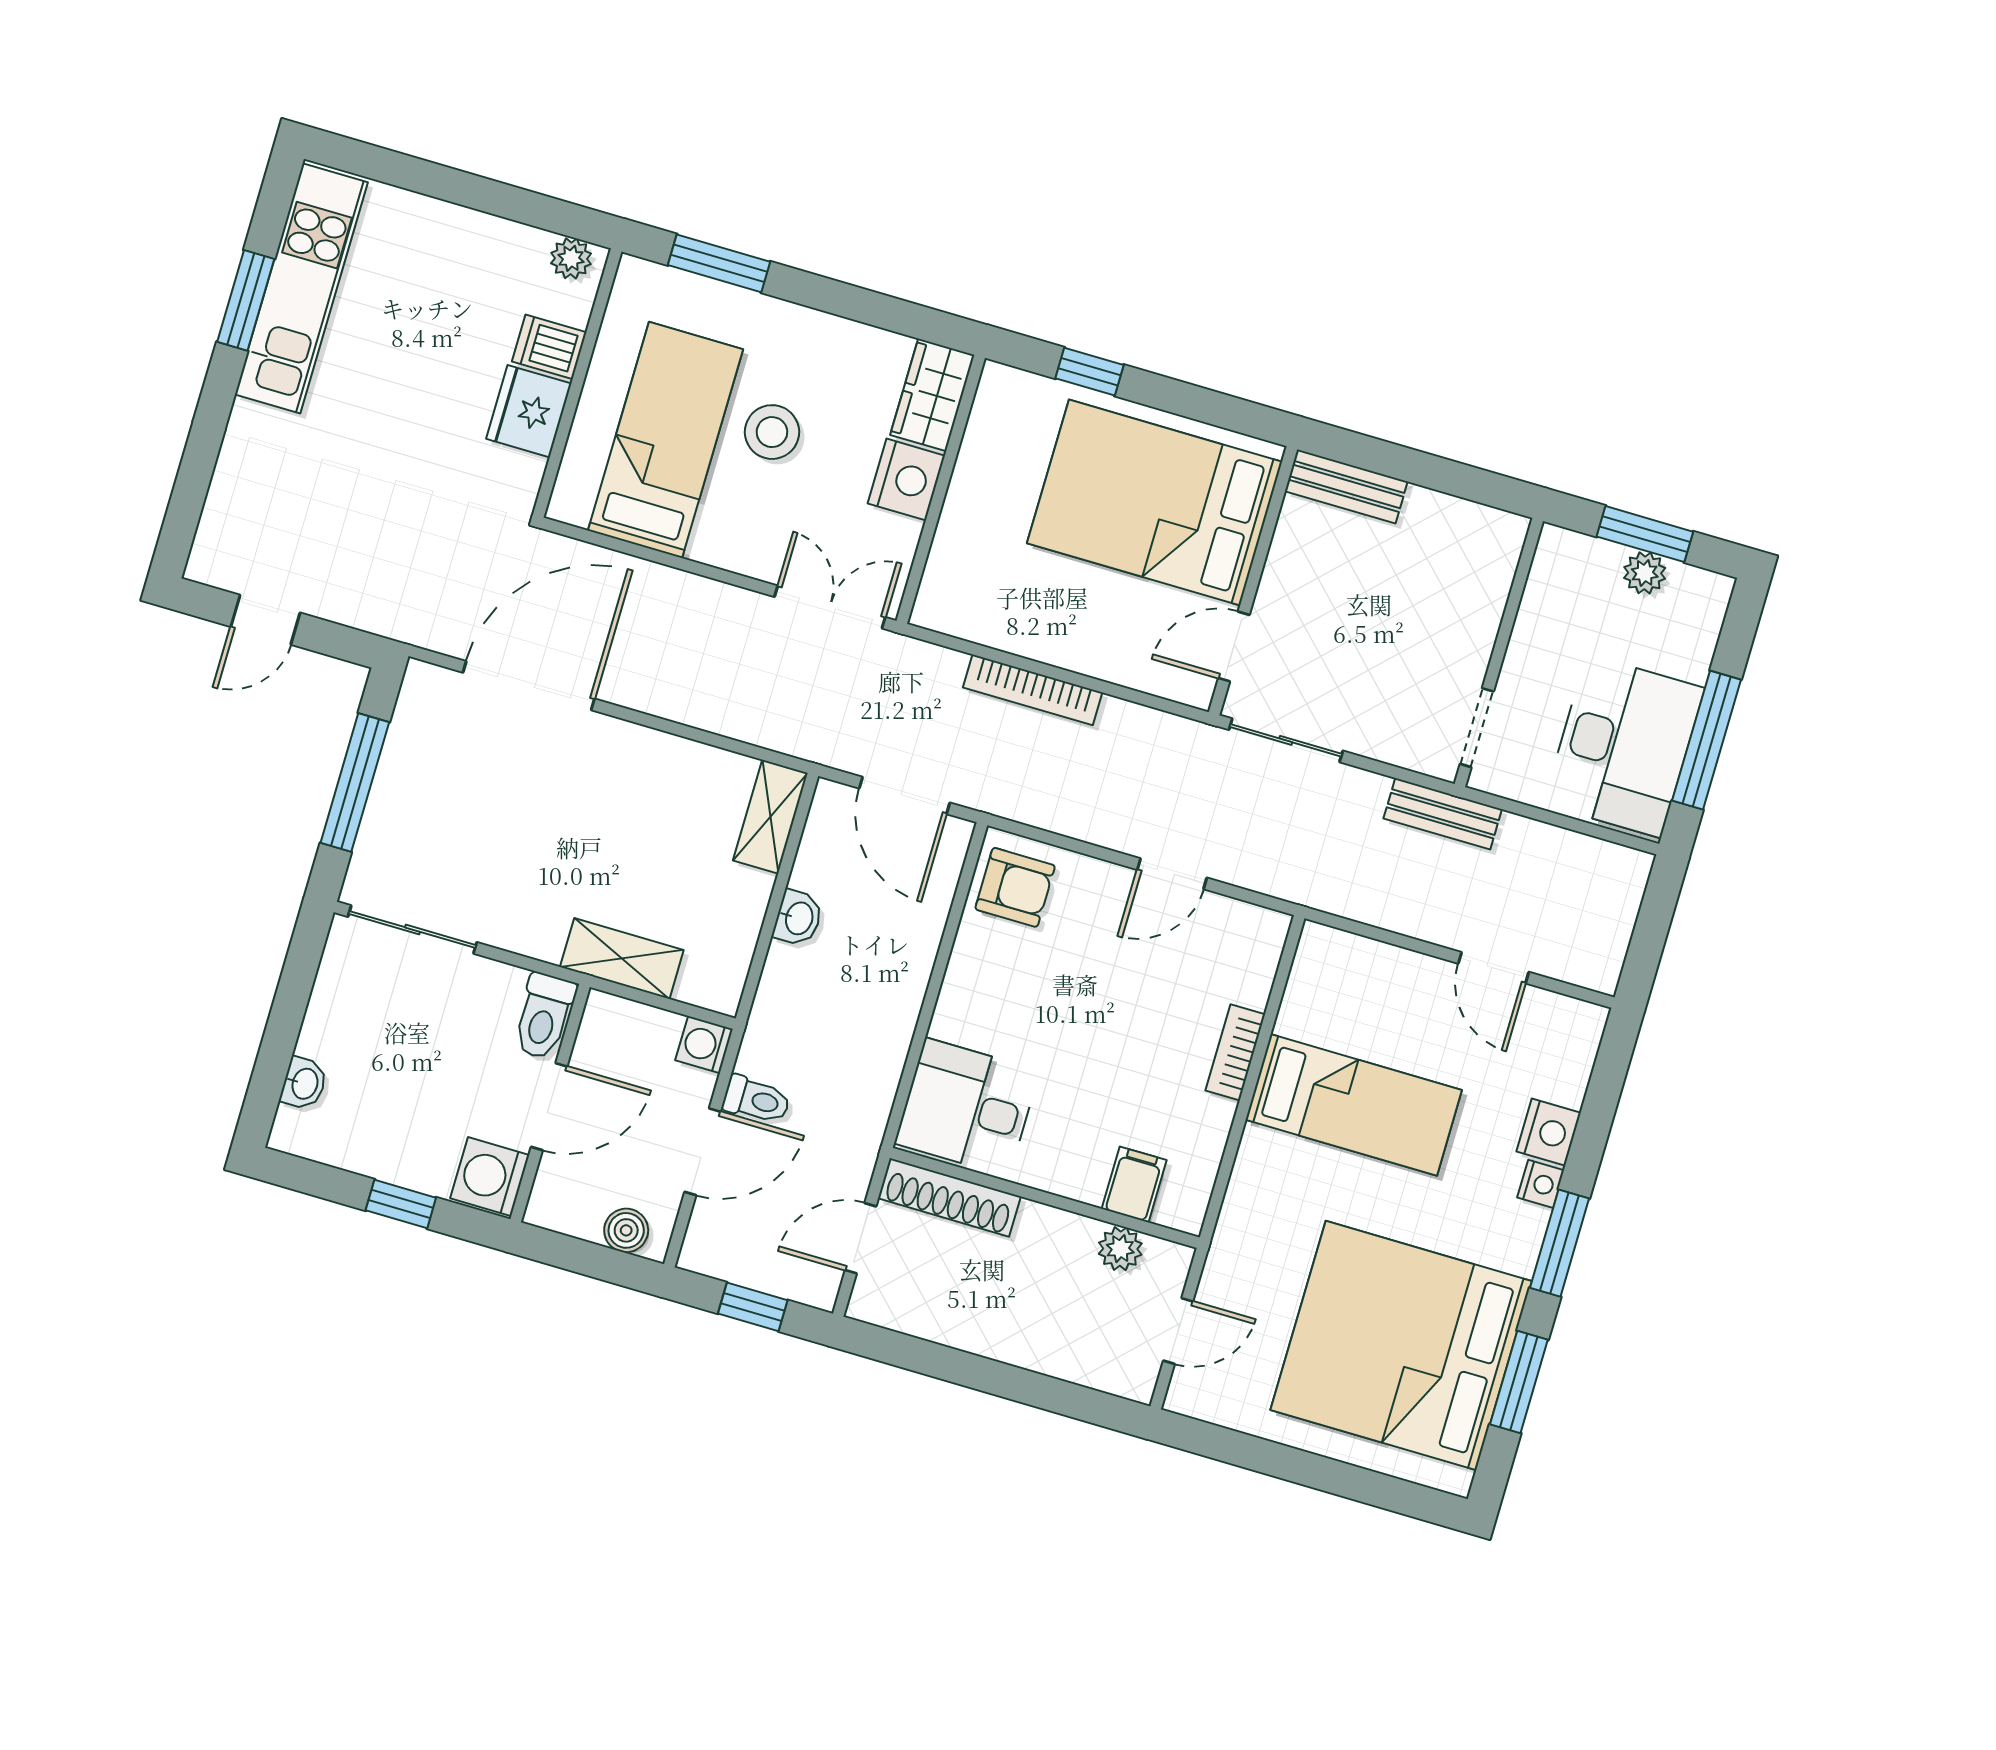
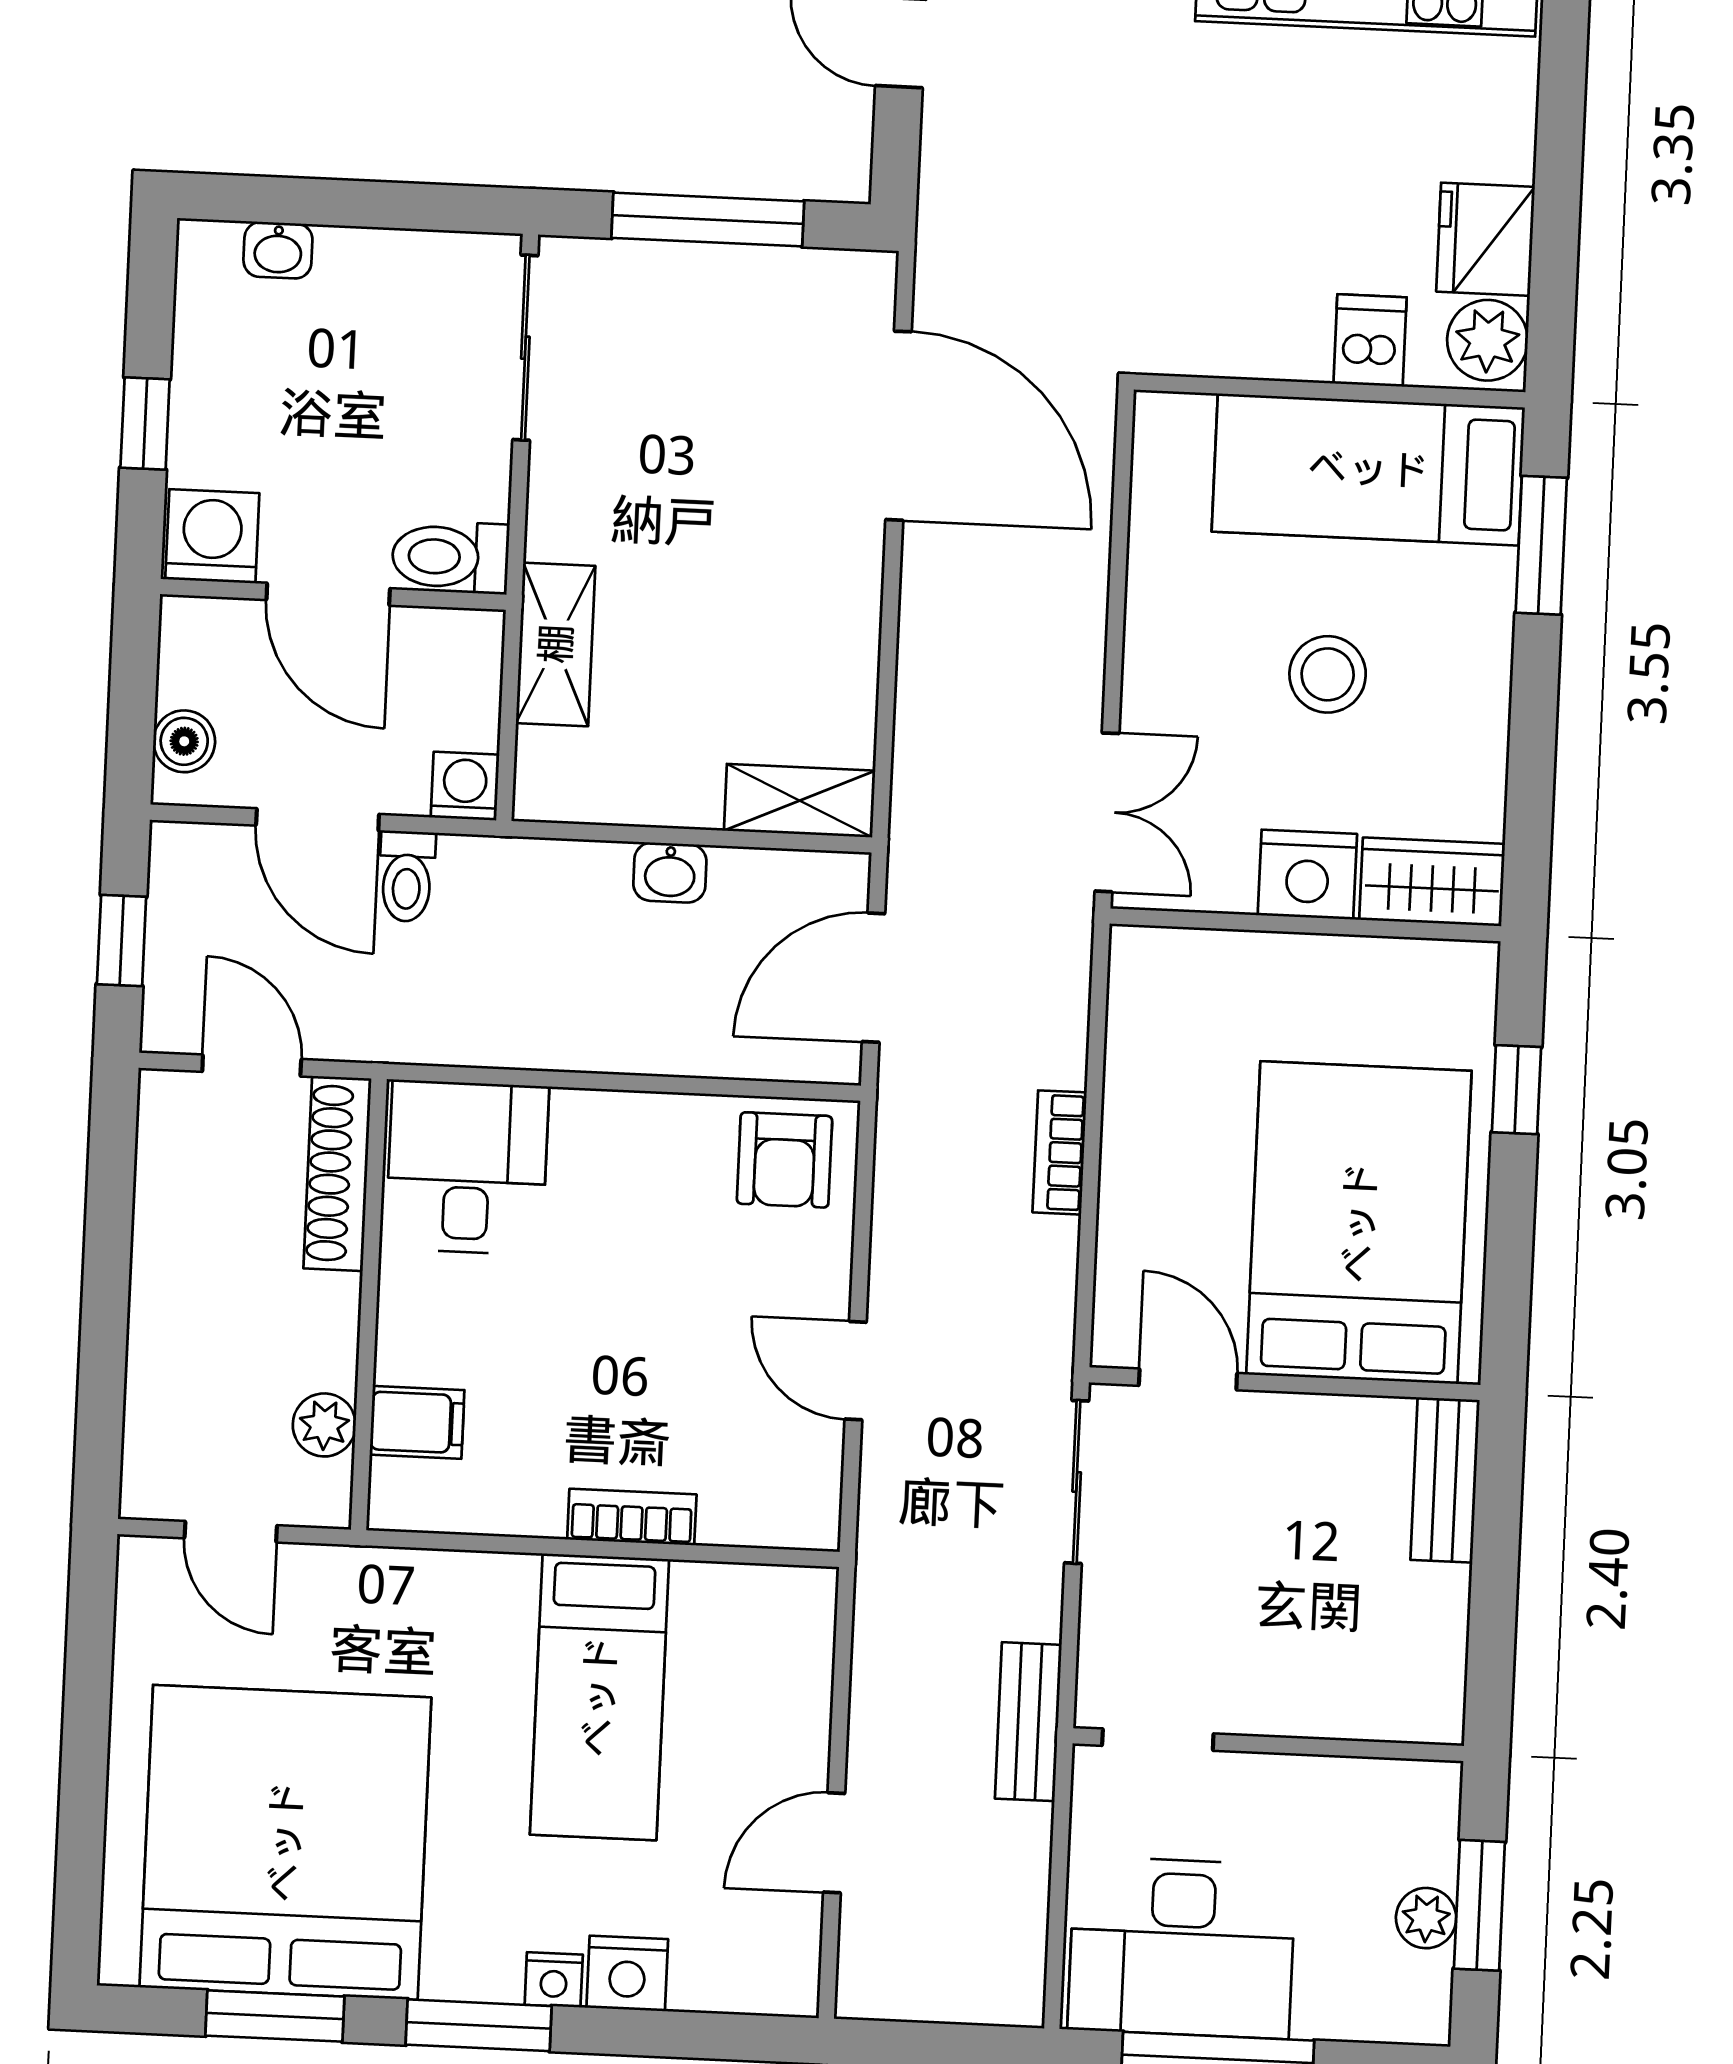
plant: (571, 258) -> (1487, 340), width x1.38, depth x1.38
fridge: (529, 411) -> (1486, 239), moved, turned -90
bed: (665, 440) -> (1368, 469), moved, turned 180
bookcase: (1033, 690) -> (1060, 1152), width x0.64

